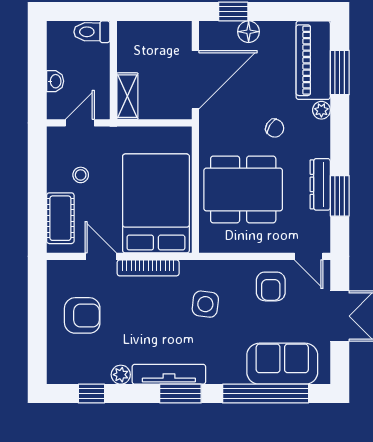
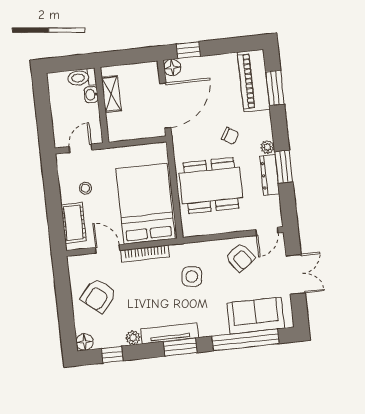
floor lamp: (249, 32) -> (172, 68), moved
washbasin: (55, 81) -> (91, 95), moved, turned 180
shelving: (127, 96) -> (111, 94), moved
plant: (321, 110) -> (267, 147), moved
window: (340, 196) -> (284, 167), moved
door: (309, 256) -> (267, 231), hinge flipped
armchair: (271, 286) -> (240, 257), turned -36
armchair: (82, 315) -> (98, 296), turned 130
floor lamp: (58, 373) -> (84, 342), added

